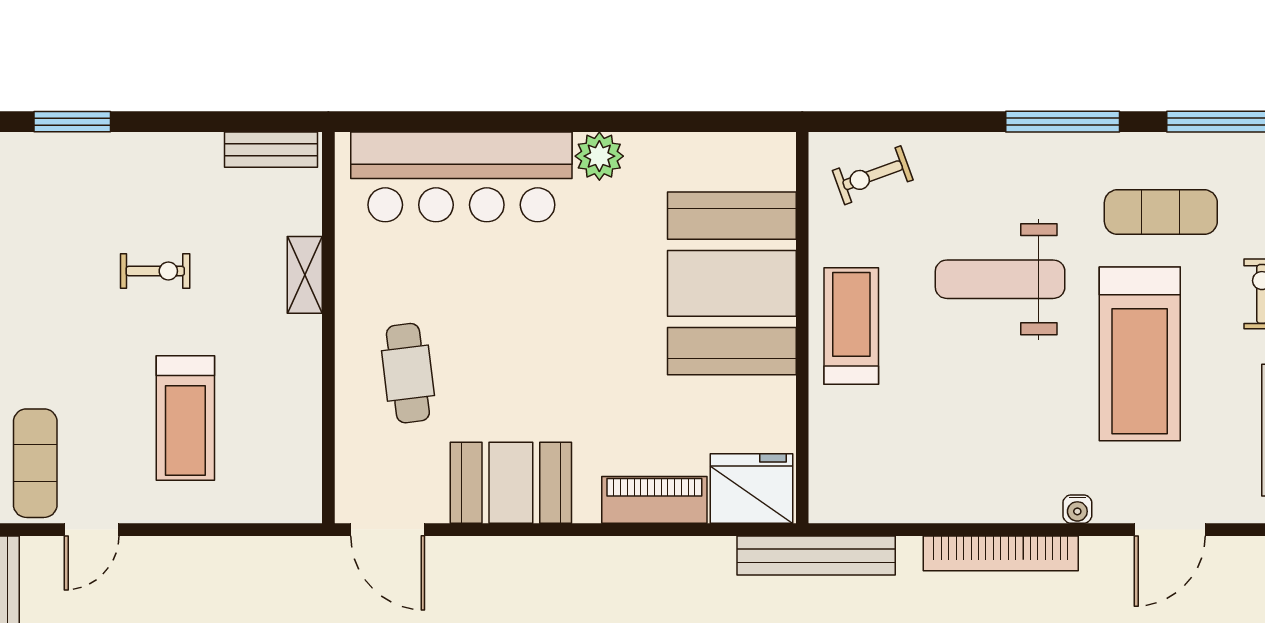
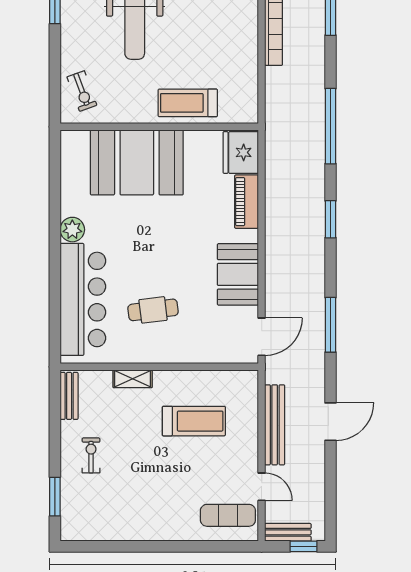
exercise bike: (155, 271) -> (91, 455), moved
treadmill: (851, 326) -> (188, 103), moved
cafe table: (408, 373) -> (153, 310), moved
treadmill: (185, 418) -> (194, 421), moved
bench: (816, 555) -> (275, 425), moved

